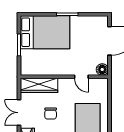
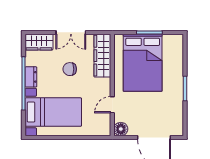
bed: (45, 32) -> (143, 63), moved
double door: (19, 113) -> (71, 32), swing flipped

